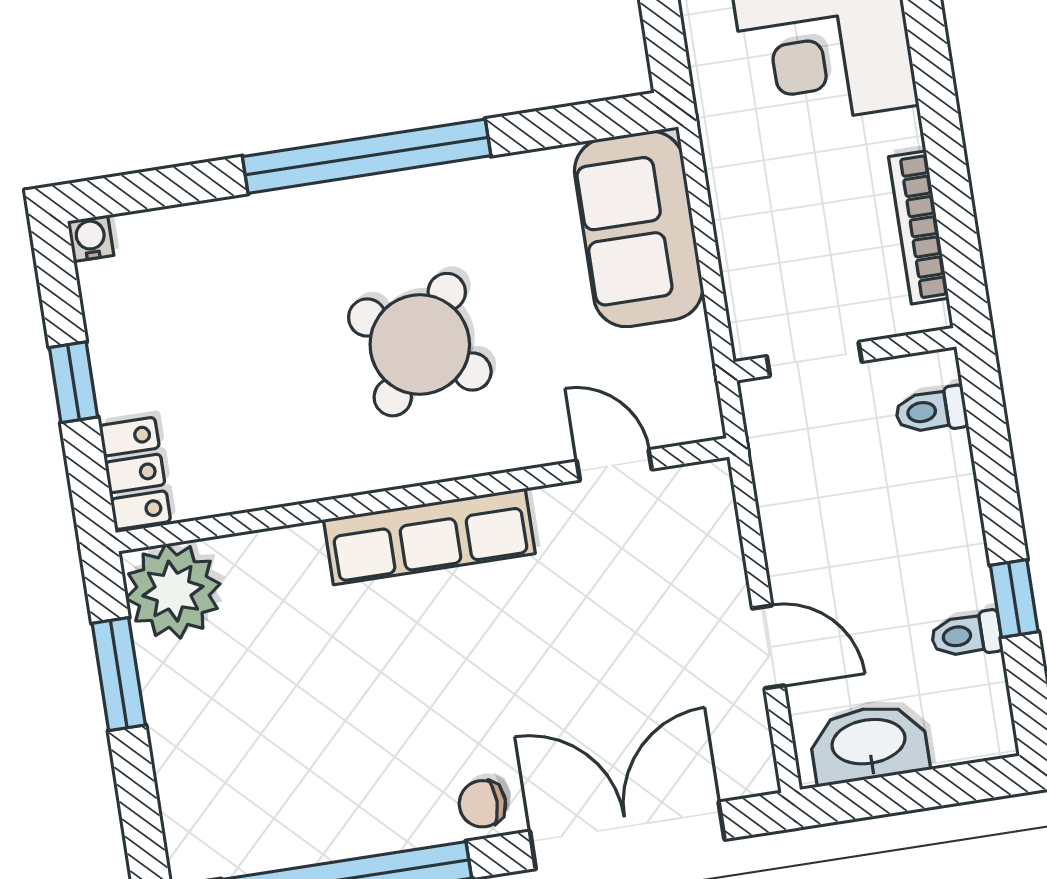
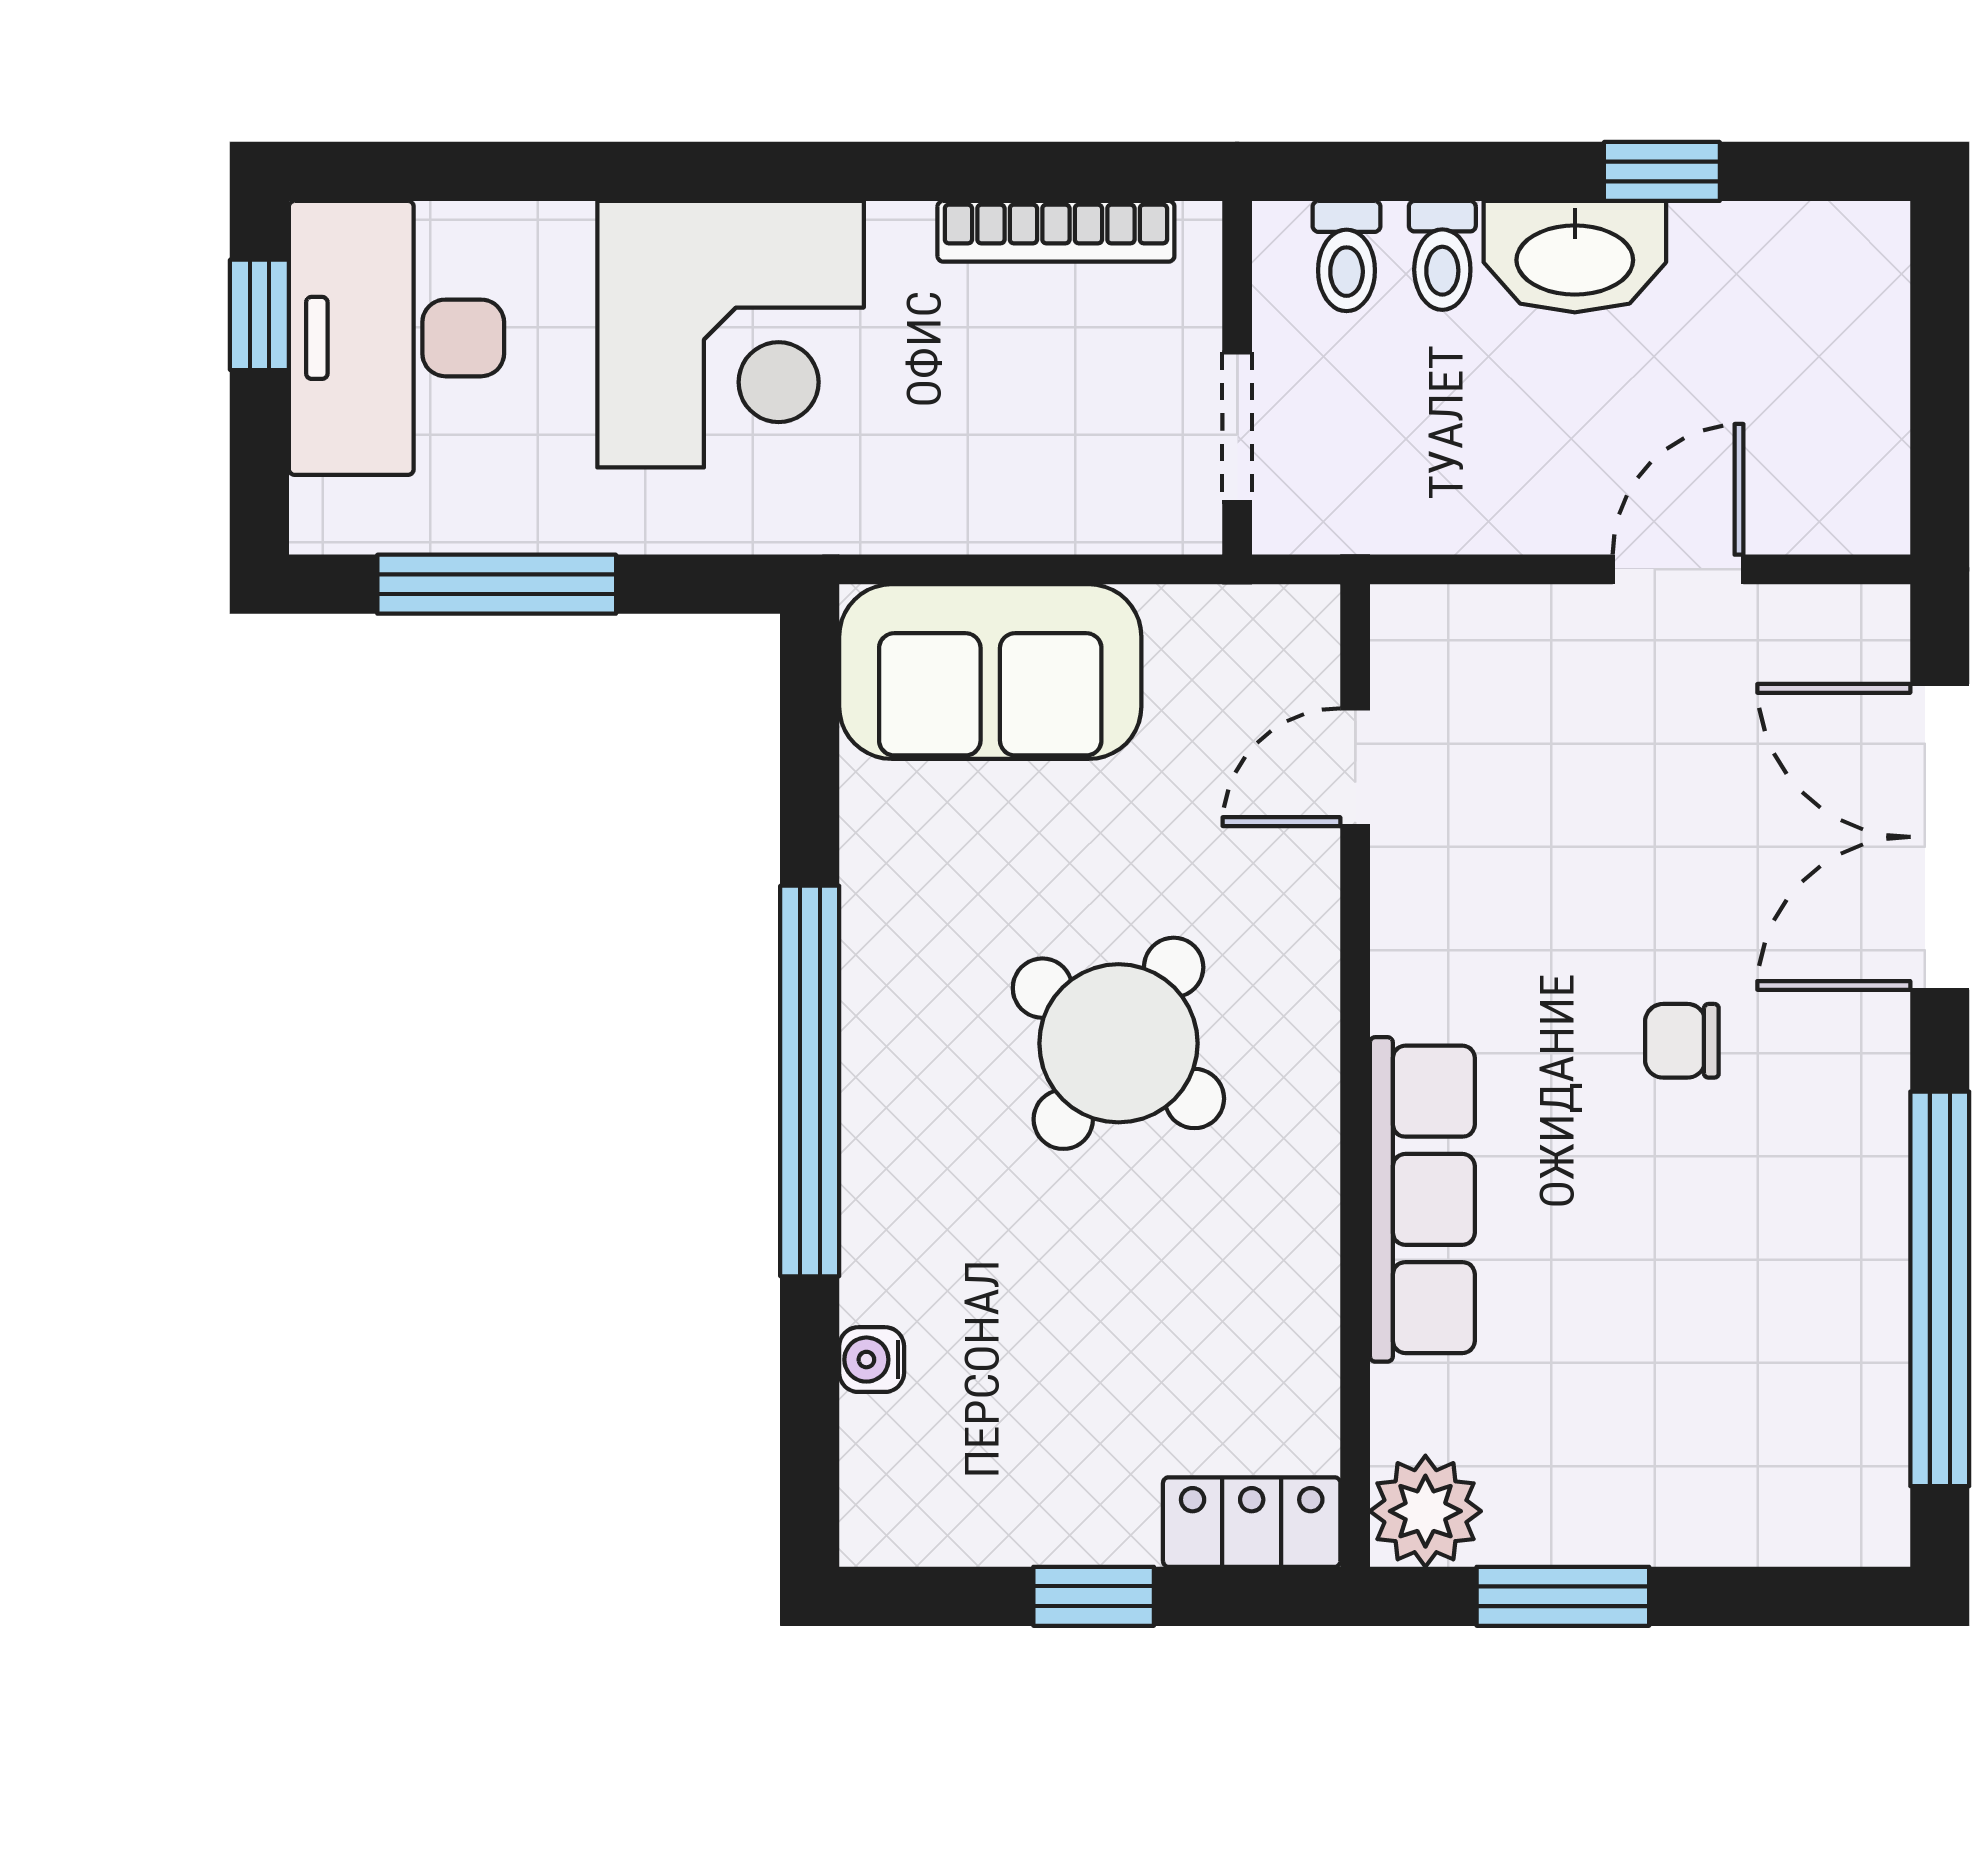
water cooler: (91, 238) -> (872, 1360), moved
row of seats: (429, 537) -> (1422, 1199), moved
plant: (173, 591) -> (1425, 1511), width x0.73, depth x0.73
toilet: (966, 635) -> (1442, 255), moved
washbasin: (869, 744) -> (1575, 257), moved, turned -90
chair: (482, 804) -> (1682, 1041), moved, turned 90

